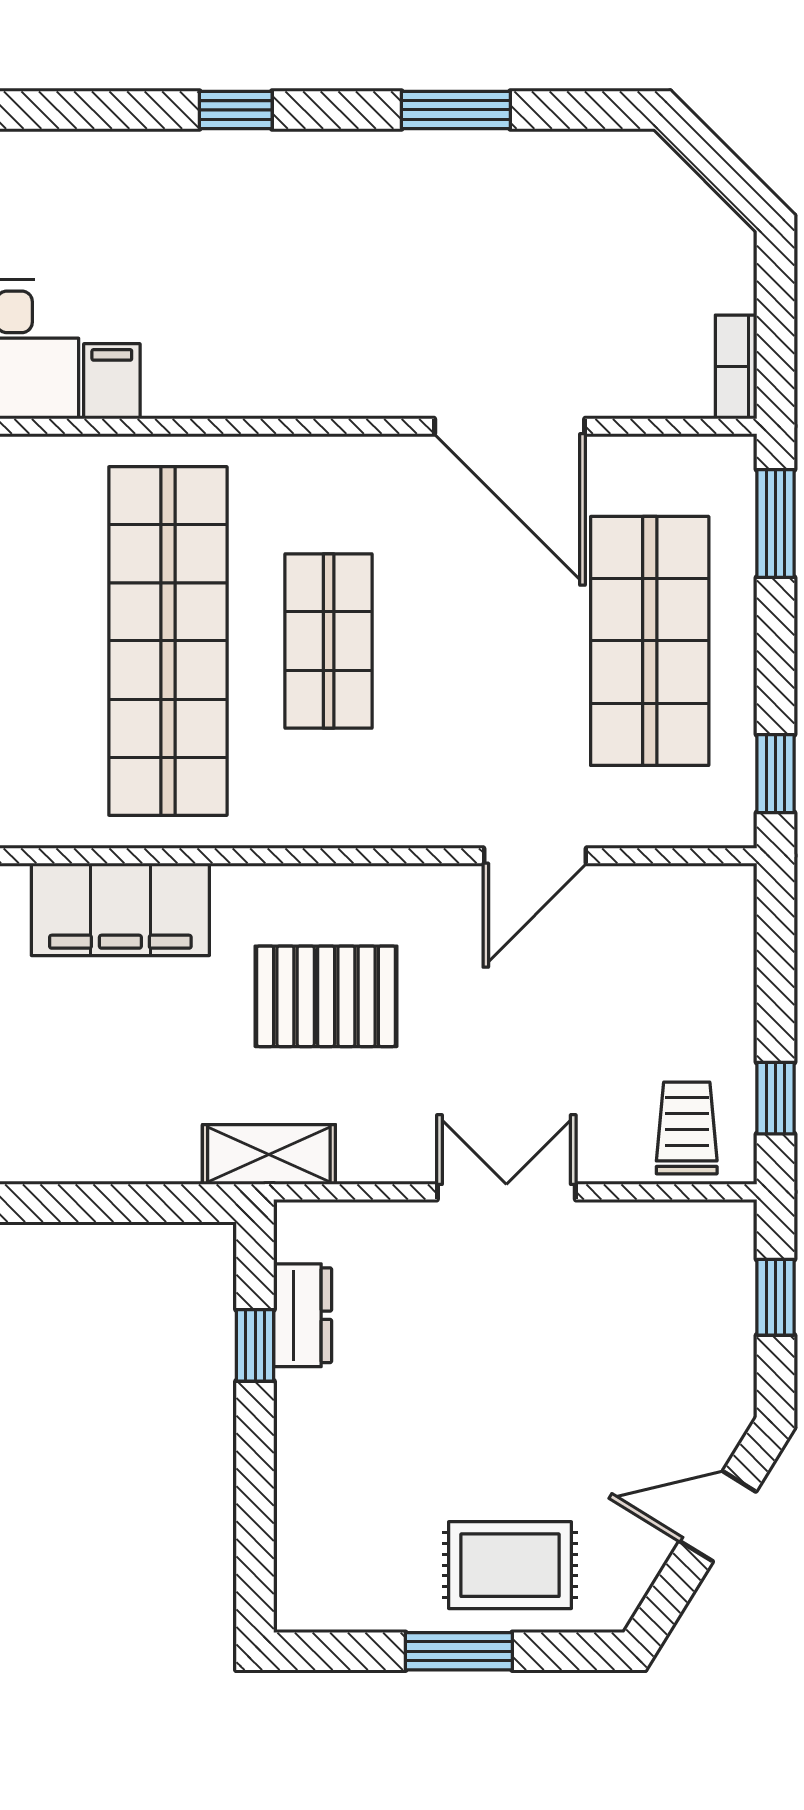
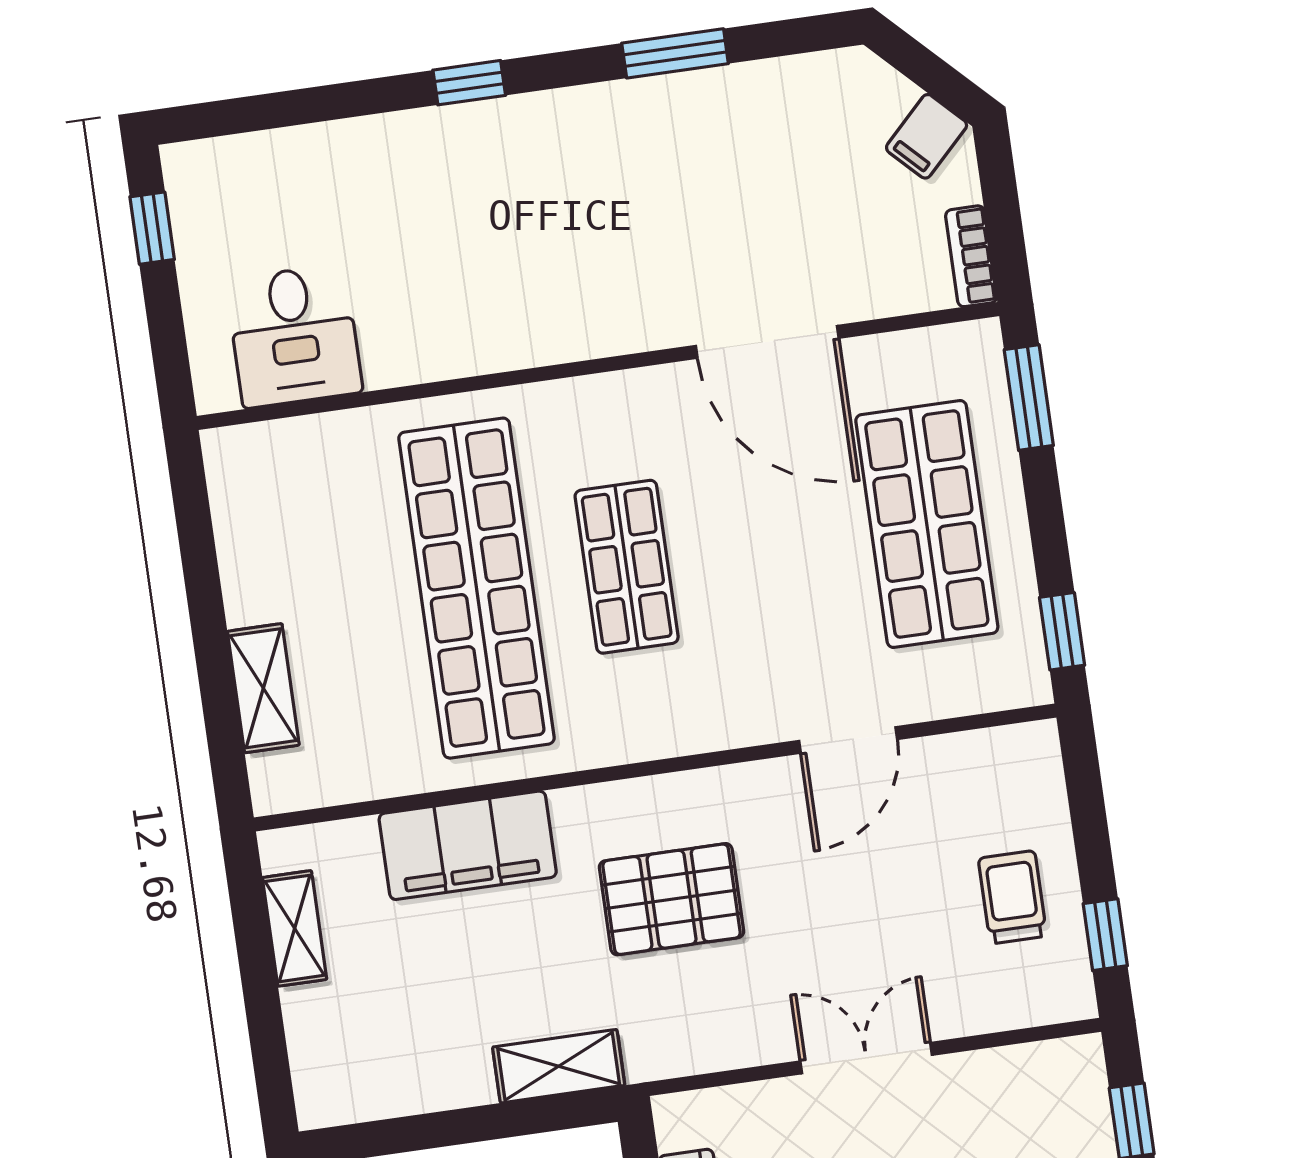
filing cabinet: (112, 381) -> (927, 136), moved, turned -135
trolley: (687, 1128) -> (1012, 897), moved
shelving: (269, 1154) -> (559, 1066), moved

